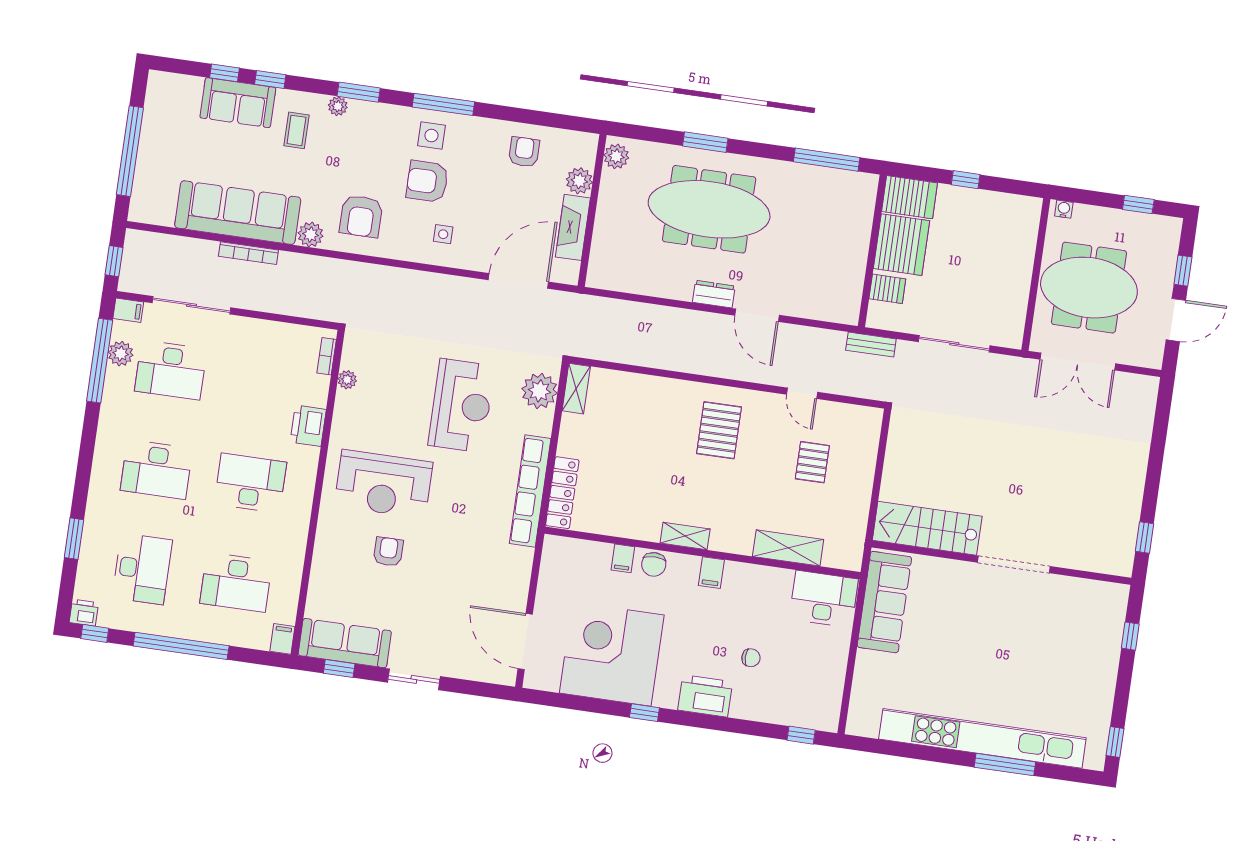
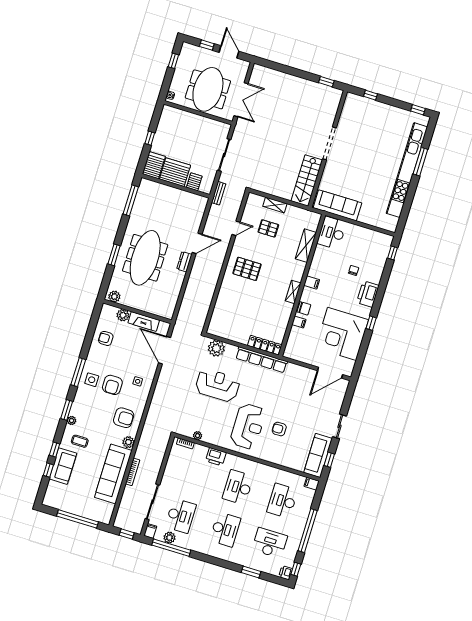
shelving: (576, 389) -> (275, 205), moved
desk: (236, 582) -> (282, 501), turned 180

